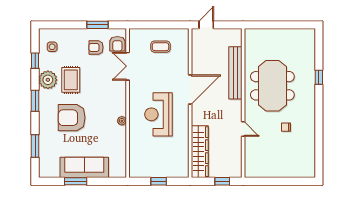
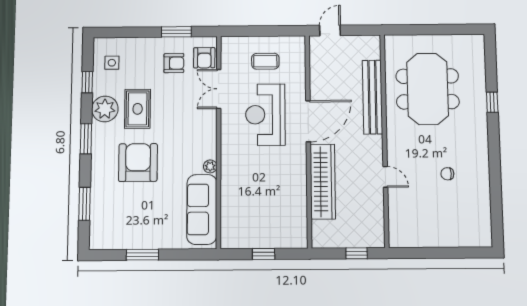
armchair: (96, 47) -> (174, 63), turned 180
meeting table: (272, 86) -> (428, 89), moved
reception desk: (158, 114) -> (265, 115), moved
armchair: (72, 118) -> (138, 163), turned 90
wardrobe: (200, 152) -> (323, 182), moved
sofa: (84, 167) -> (202, 209), moved, turned -90

